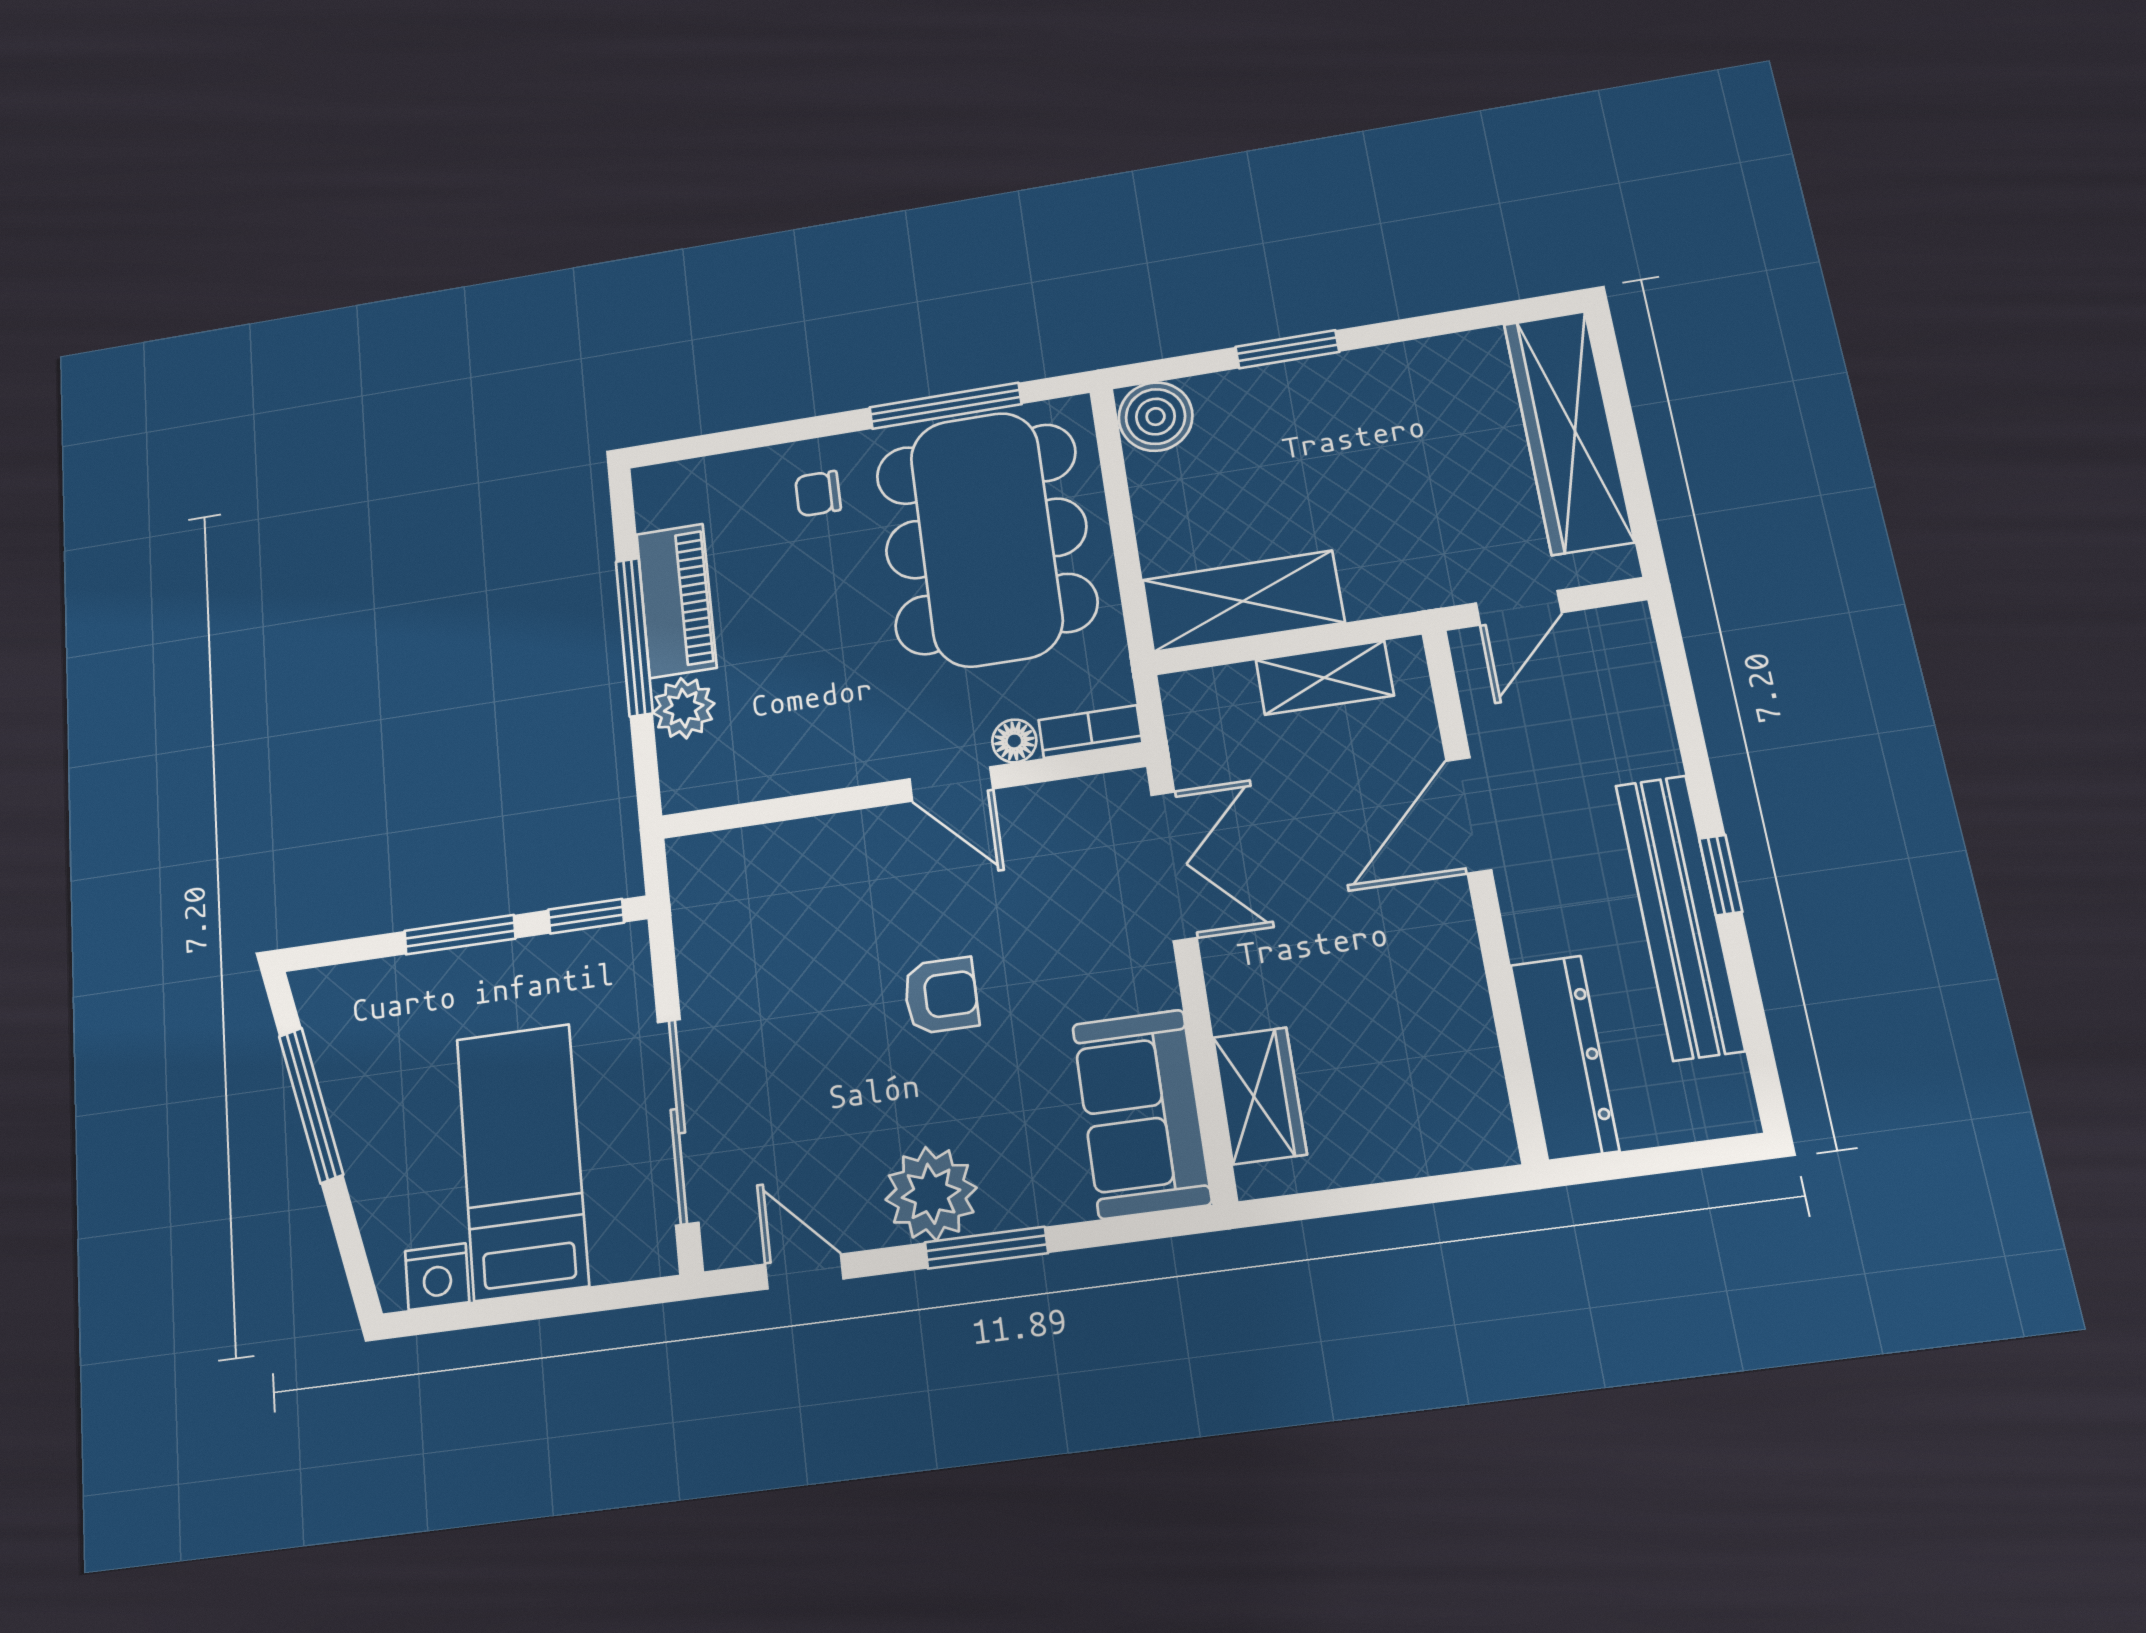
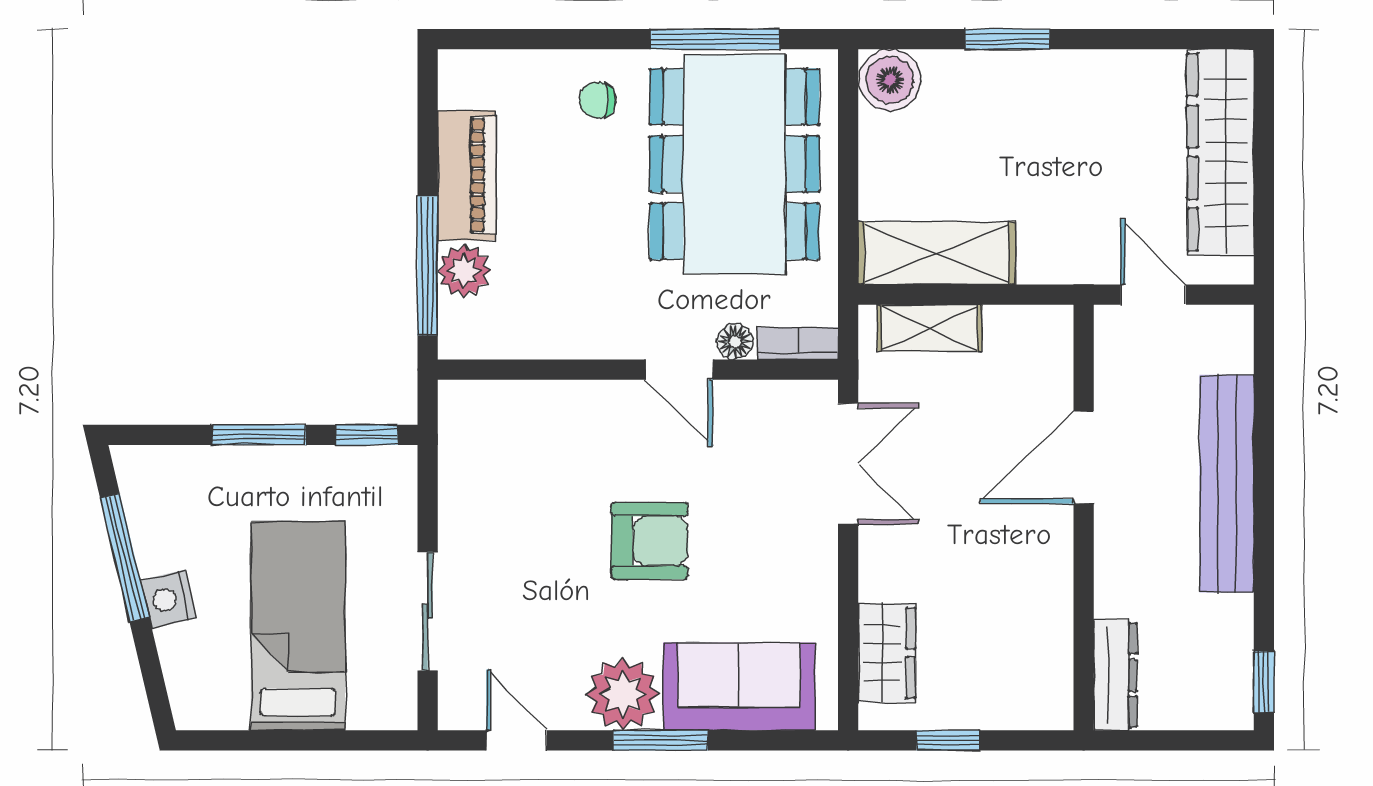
door: (1519, 608) -> (1153, 295), swing flipped
window: (634, 637) -> (428, 266), moved
shelving: (1325, 678) -> (929, 328), moved
window: (1721, 875) -> (1264, 682), moved
bench: (1679, 916) -> (1227, 484), moved
armchair: (941, 996) -> (650, 541), width x1.38, depth x1.38
dresser: (1564, 1057) -> (1115, 675), width x0.73, depth x0.80
sofa: (1141, 1114) -> (739, 686), moved, turned 90
sliding door: (678, 1121) -> (428, 611), width x0.73
window: (1358, 1199) -> (948, 740), added
nightstand: (437, 1277) -> (168, 599), moved, turned 77

